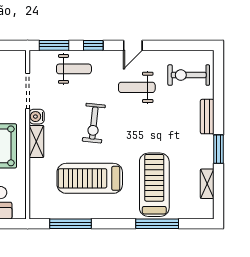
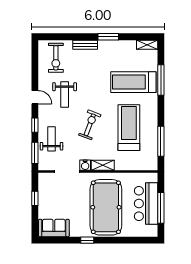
exercise bike: (94, 123) -> (90, 125), turned -75
treadmill: (90, 178) -> (129, 128), turned 180
shelving: (207, 184) -> (147, 45), moved

